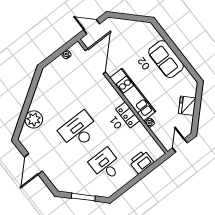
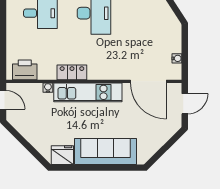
sofa: (166, 59) -> (105, 151), width x1.36
fridge: (187, 106) -> (62, 155), moved, turned -45
printer: (141, 162) -> (25, 70), moved, turned -90

